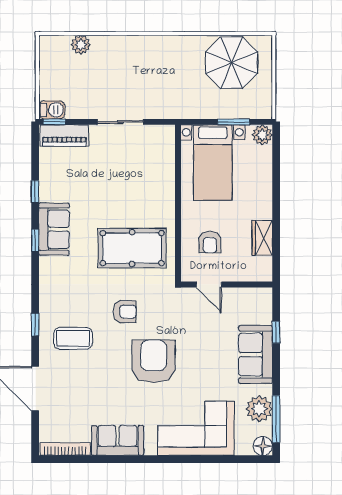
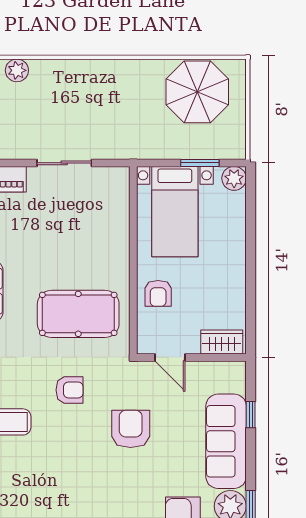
wardrobe: (262, 238) -> (222, 342), moved, turned 90
armchair: (210, 242) -> (158, 293), moved
sofa: (256, 355) -> (226, 441), width x1.36
armchair: (154, 361) -> (131, 429), moved, width x0.73, depth x0.73

